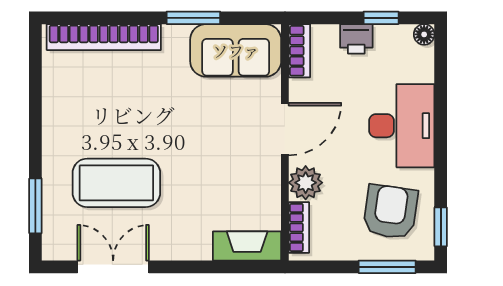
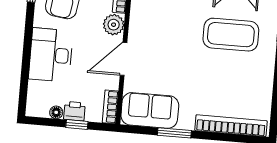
window: (381, 18) -> (77, 124), moved
floor lamp: (424, 34) -> (56, 112), moved

